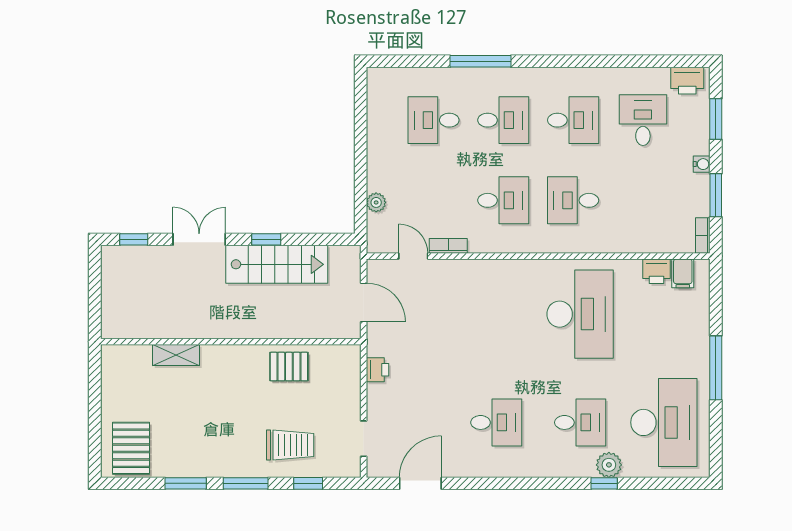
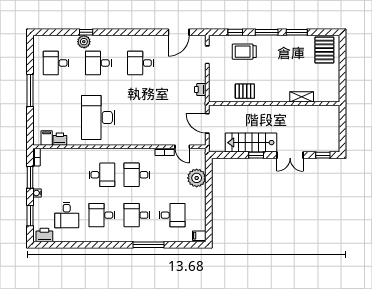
filing cabinet: (380, 79) -> (199, 236), added
plant: (376, 202) -> (197, 178), width x1.87, depth x1.87
desk: (664, 422) -> (56, 63), width x0.53, depth x0.77

